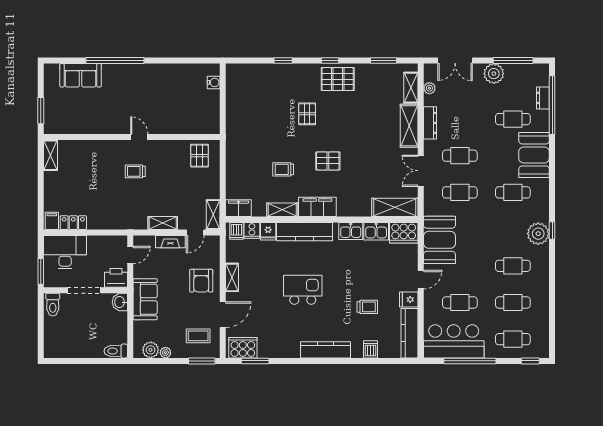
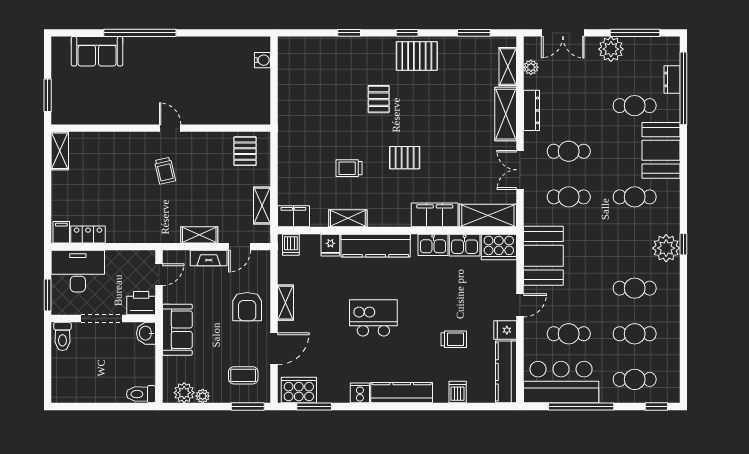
trolley: (135, 171) -> (165, 171), turned -103
filing cabinet: (317, 207) -> (435, 215), moved
shelving: (213, 215) -> (262, 205), moved
cooker: (252, 230) -> (360, 393), moved, turned 180

